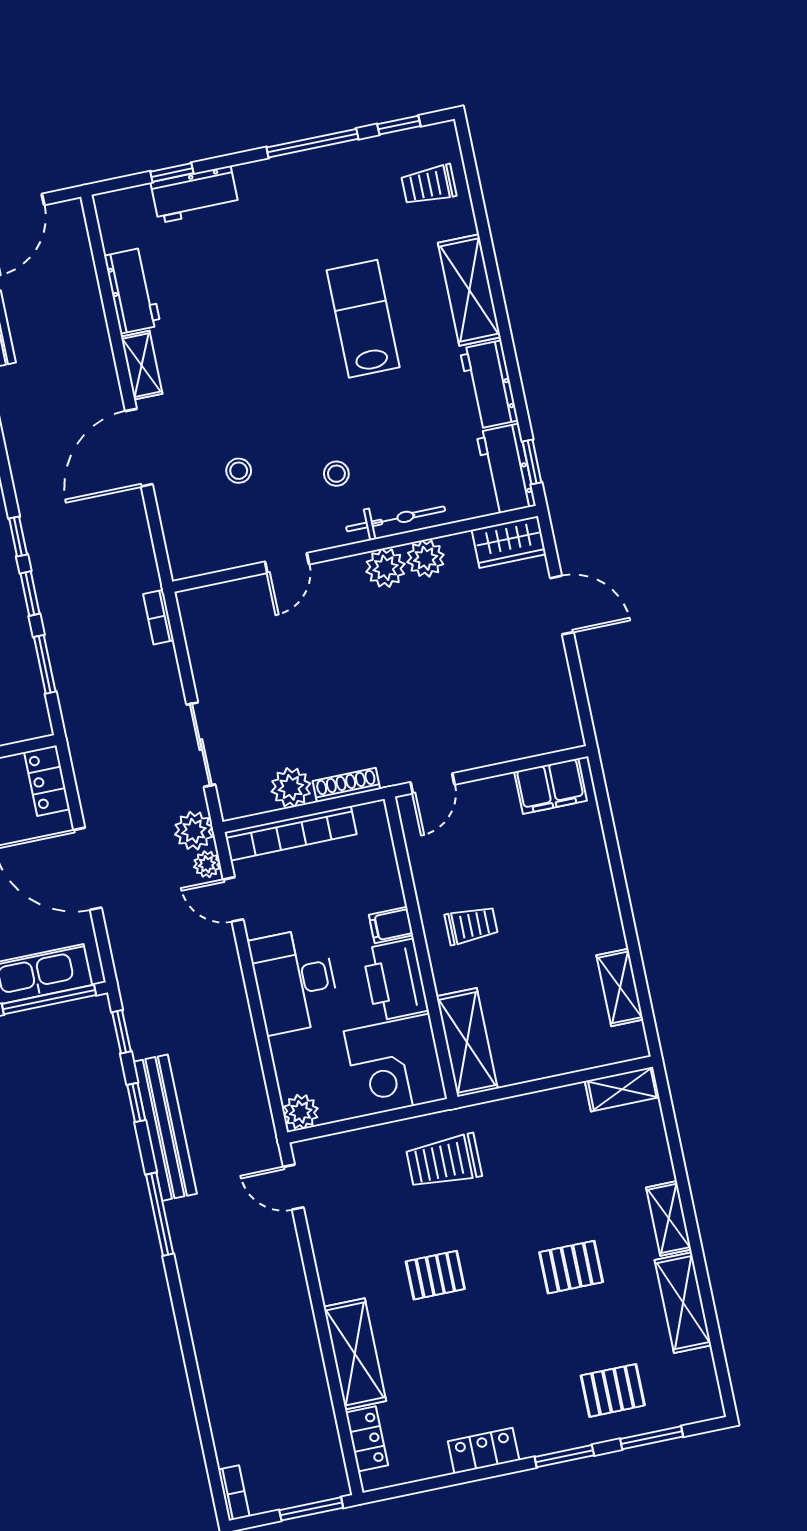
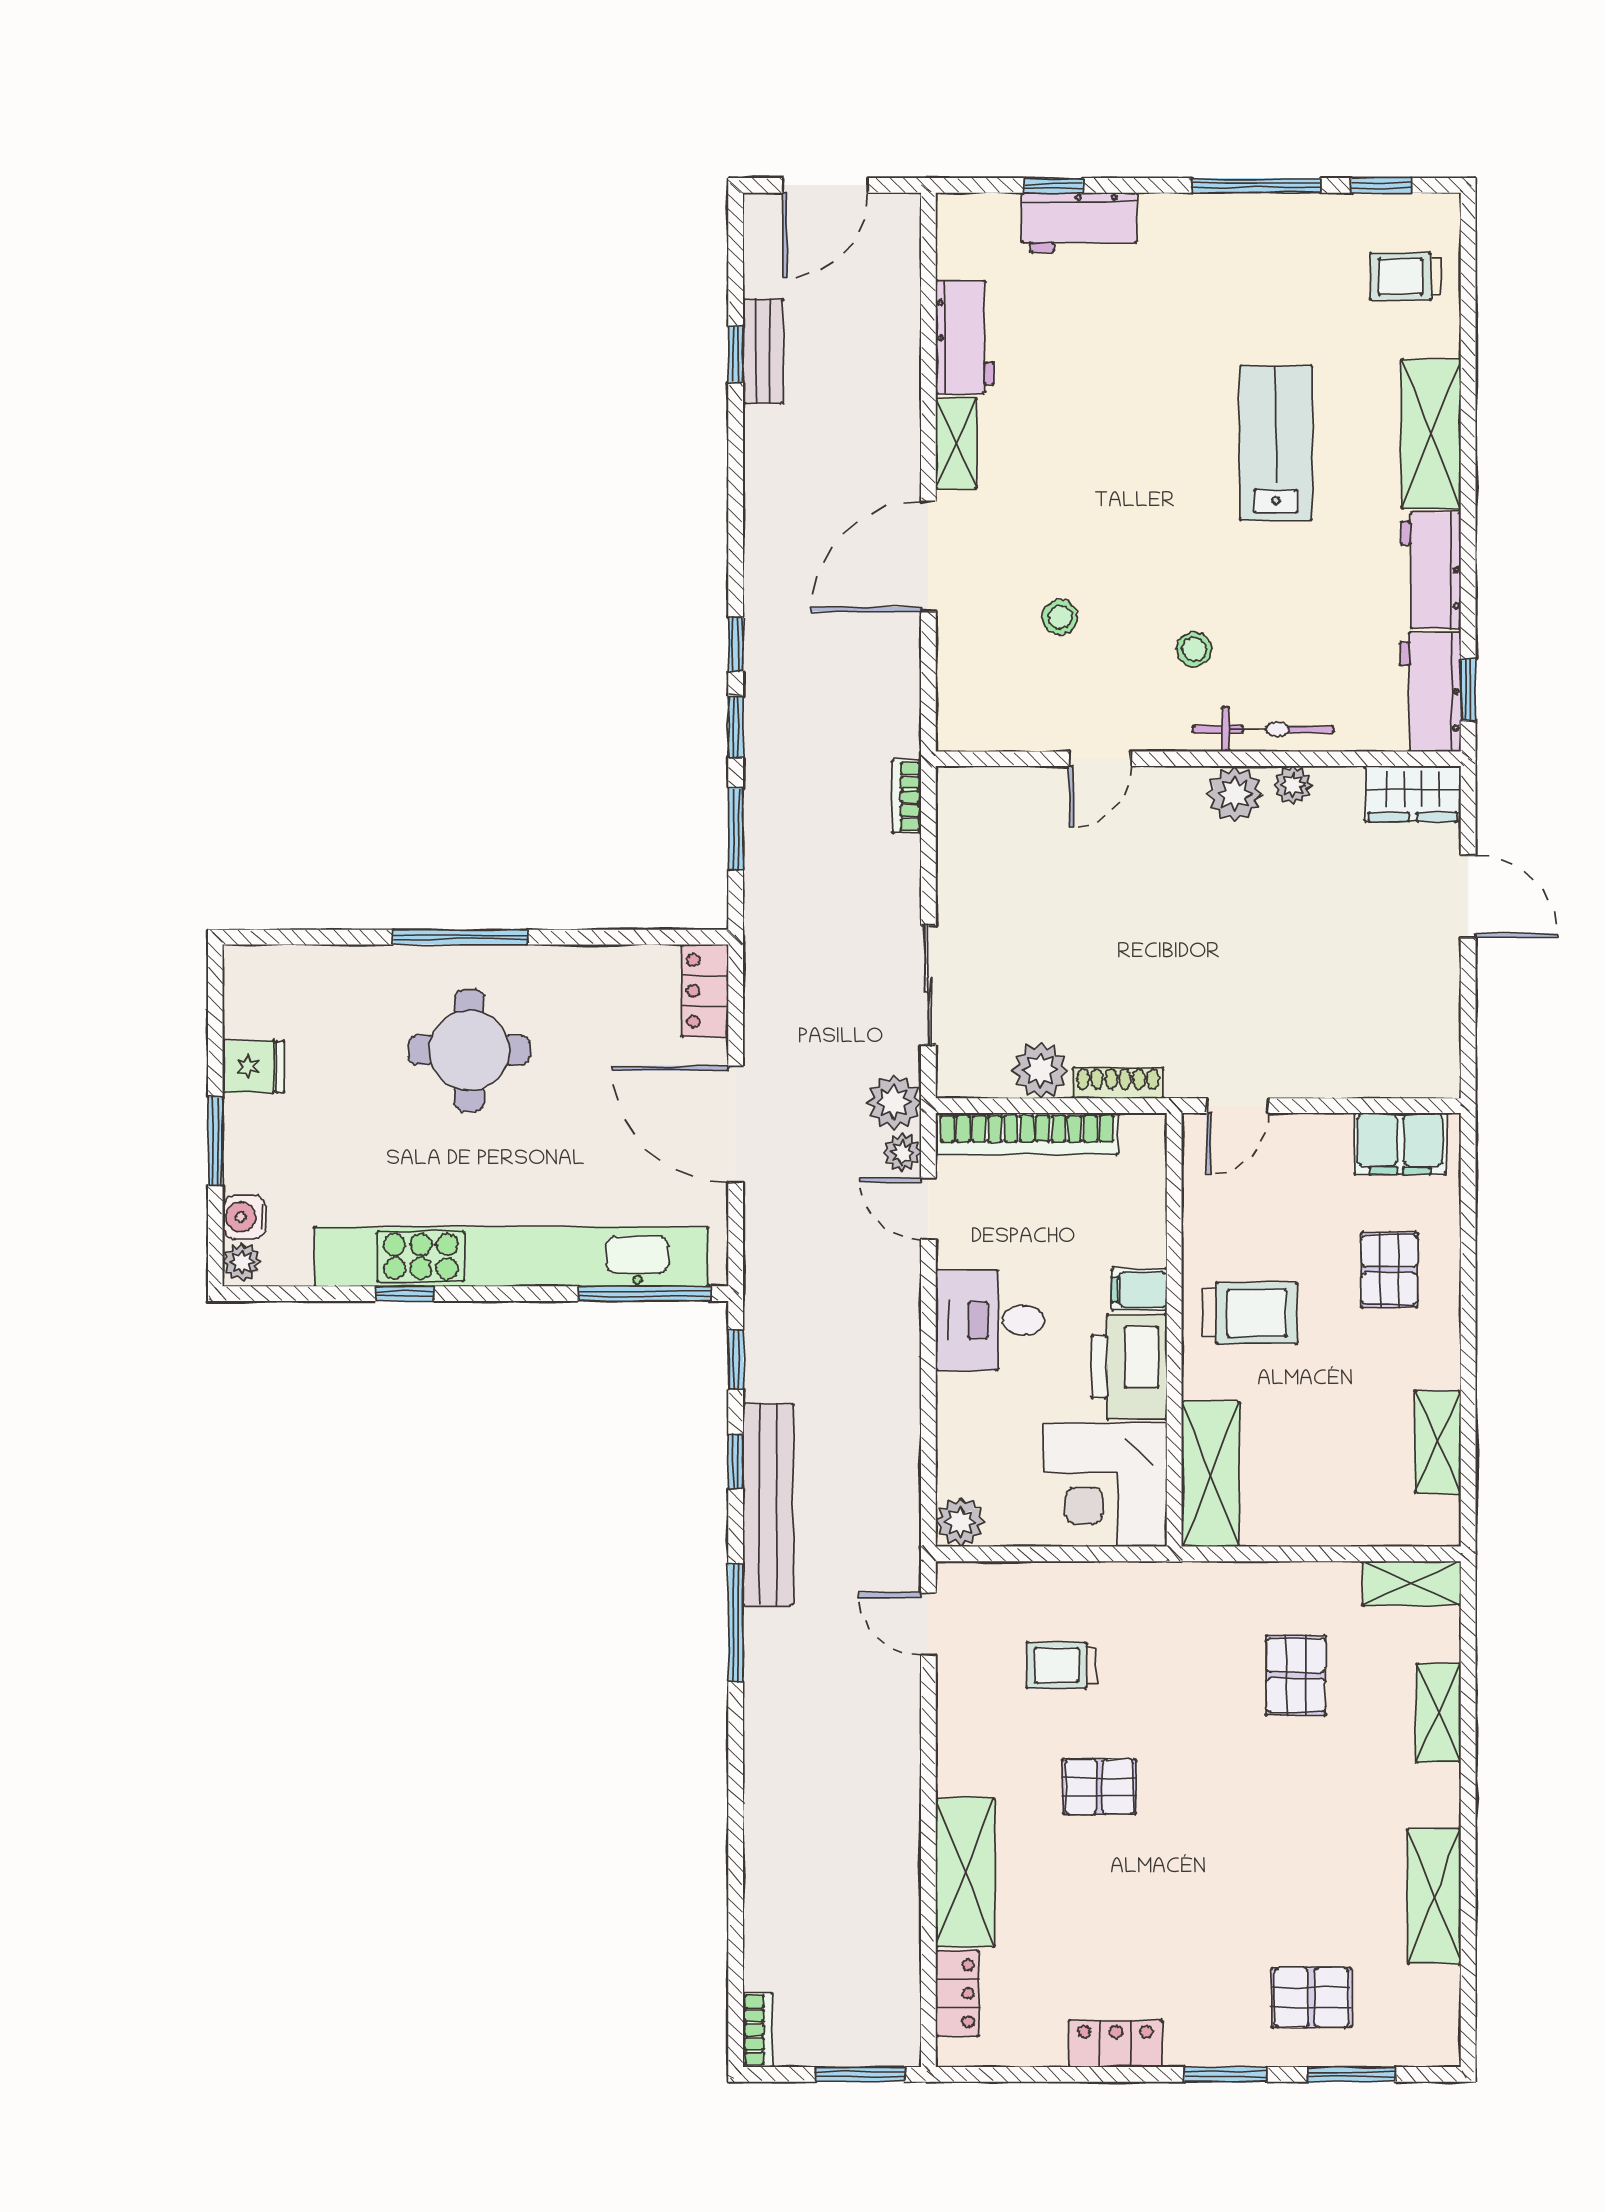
plant: (426, 558) -> (1293, 785), width x0.73, depth x0.73
pallet: (561, 875) -> (1389, 1270), added
trolley: (471, 925) -> (1250, 1313), width x1.36, depth x1.39
desk: (295, 981) -> (990, 1320), width x0.73
trolley: (444, 1161) -> (1062, 1665), moved, width x0.73, depth x0.72
shelving: (669, 1218) -> (1439, 1713), moved
pallet: (571, 1267) -> (1296, 1675), moved, turned 90

